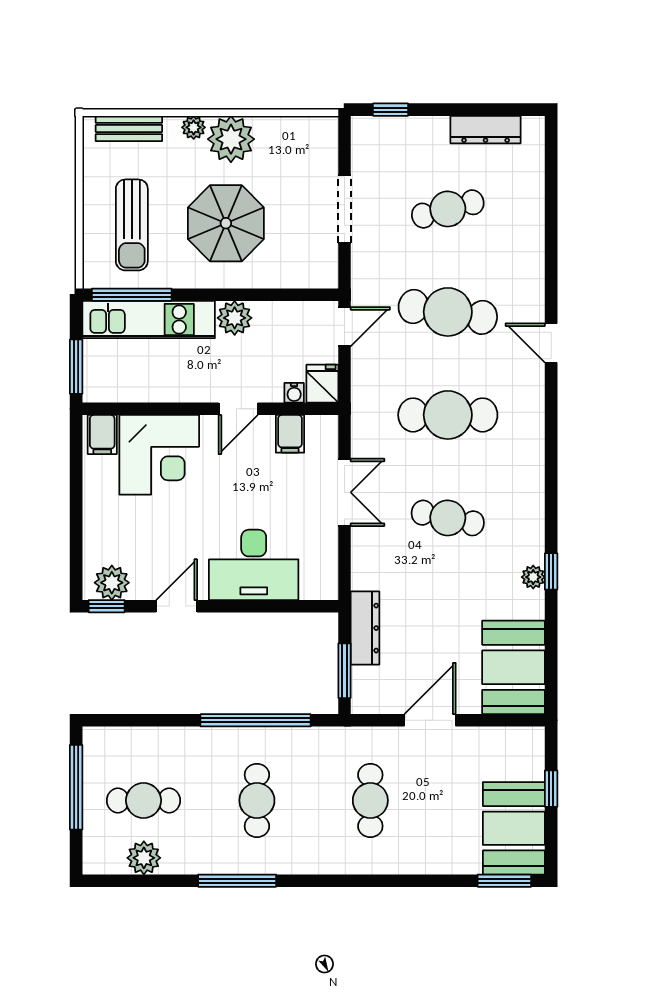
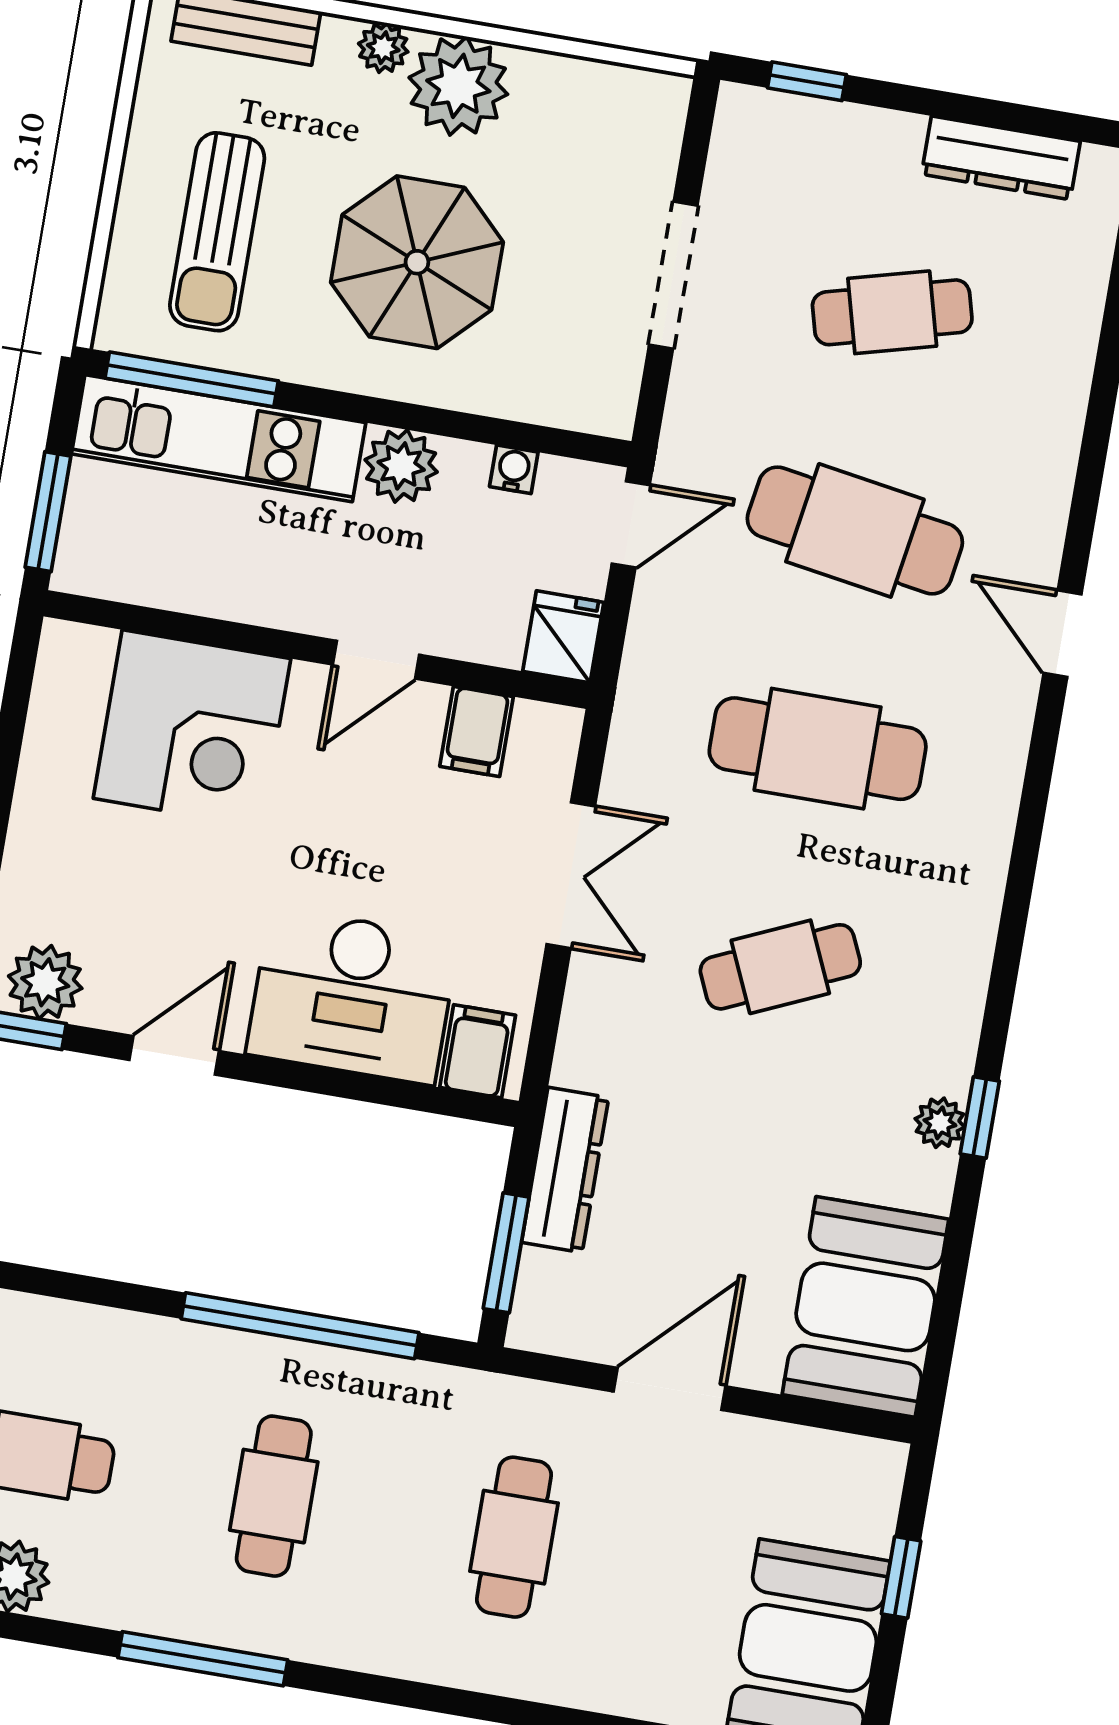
water cooler: (294, 393) -> (514, 469), moved, turned 180
filing cabinet: (102, 434) -> (478, 1051), moved, turned 180
cafe table: (448, 518) -> (780, 967), turned -36

